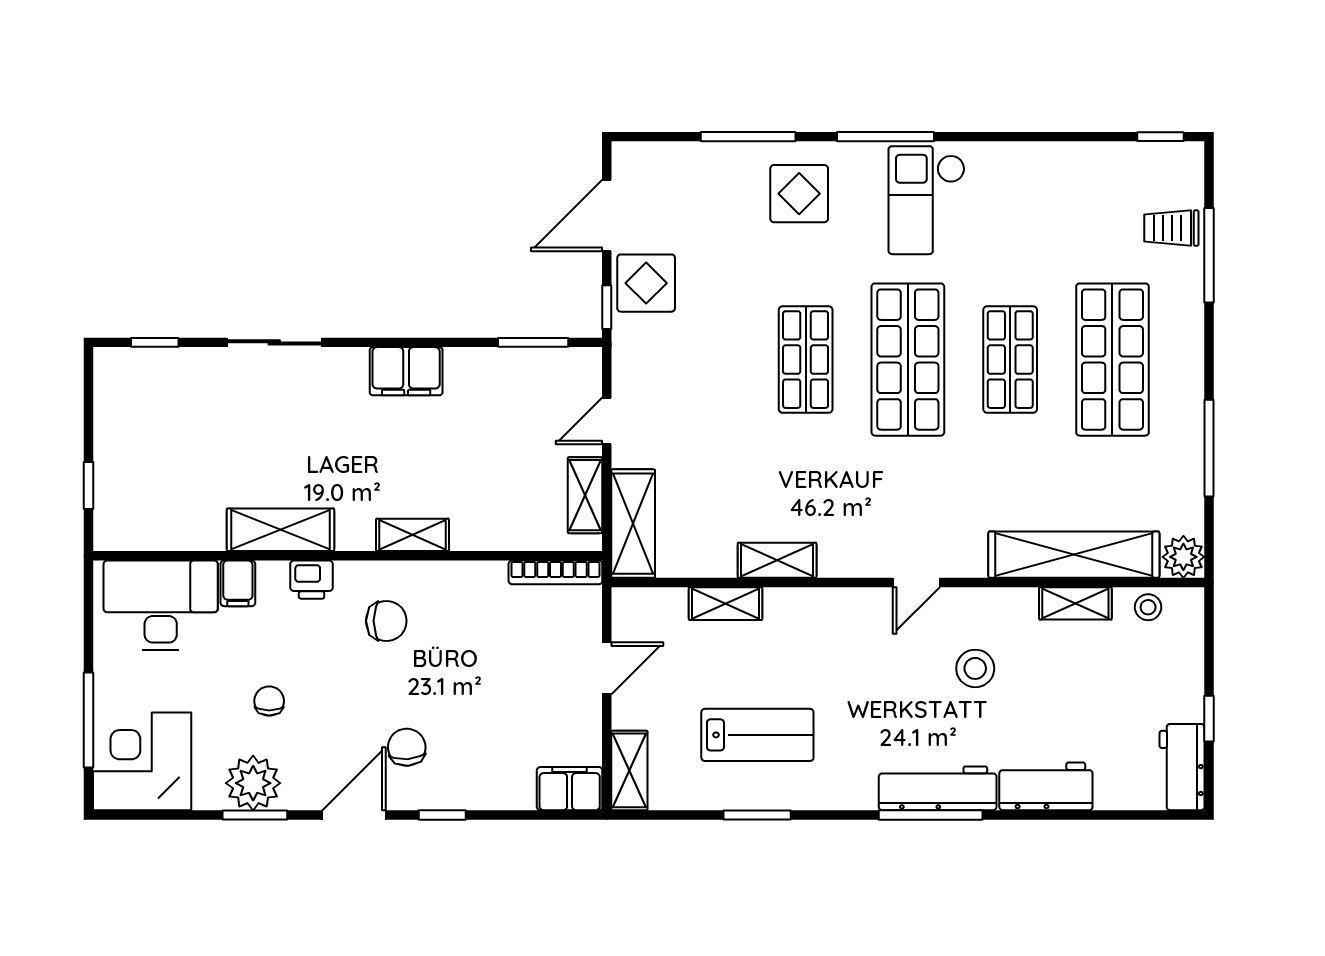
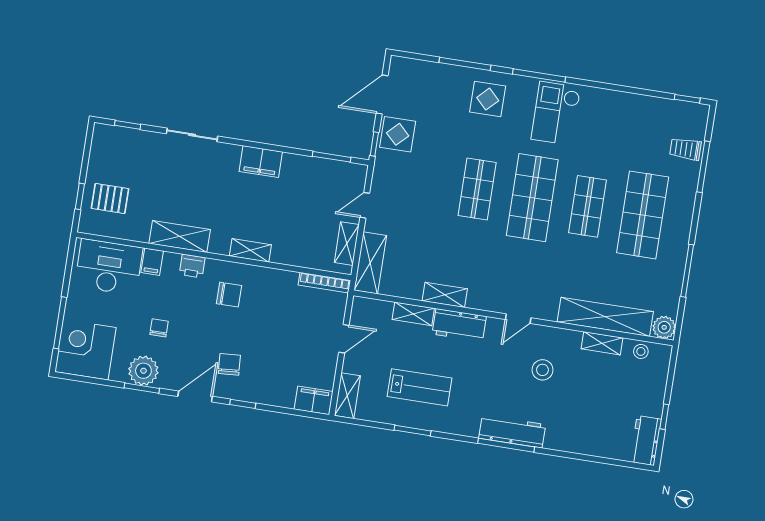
pallet: (144, 481) -> (110, 198), added
workbench: (1046, 786) -> (459, 325), moved, turned 180

